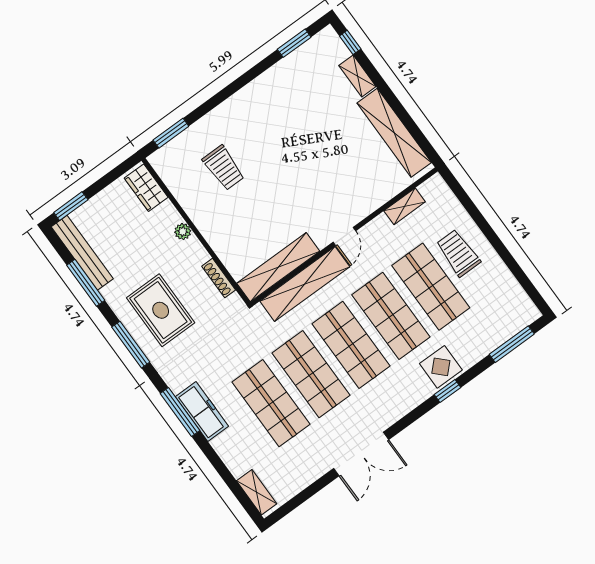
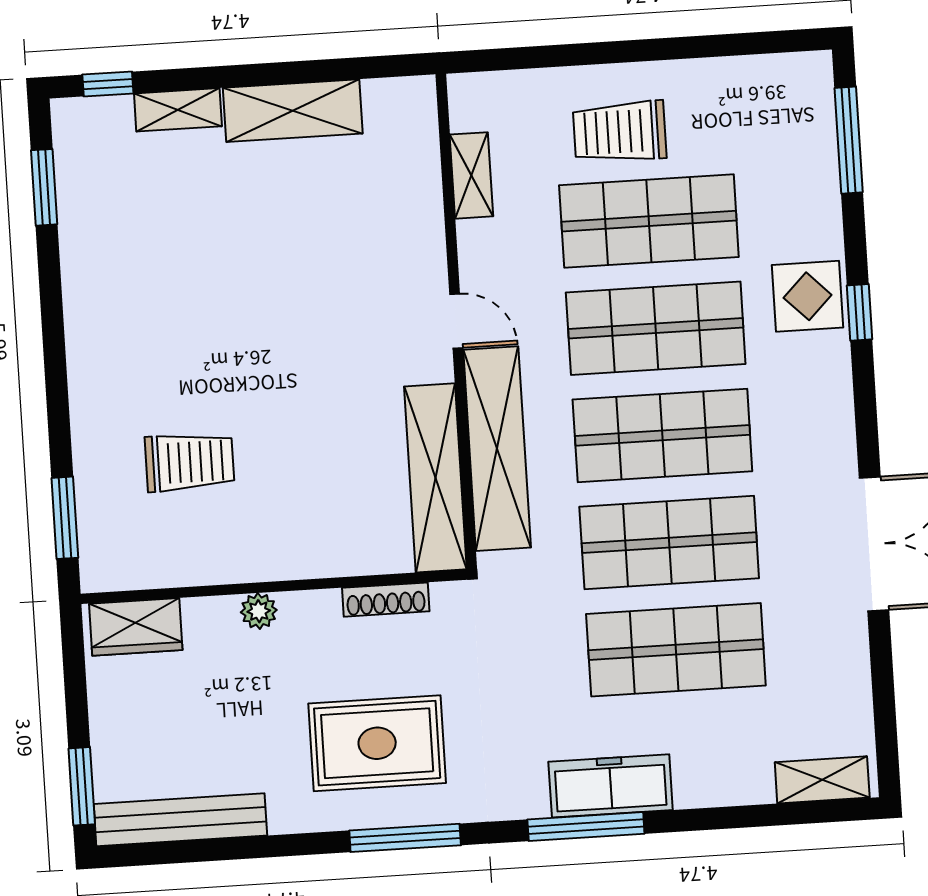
shelving: (394, 133) -> (293, 111), width x0.68
window: (86, 283) -> (239, 848), removed

